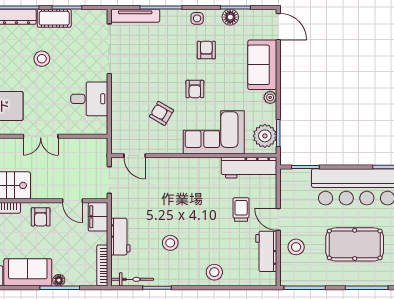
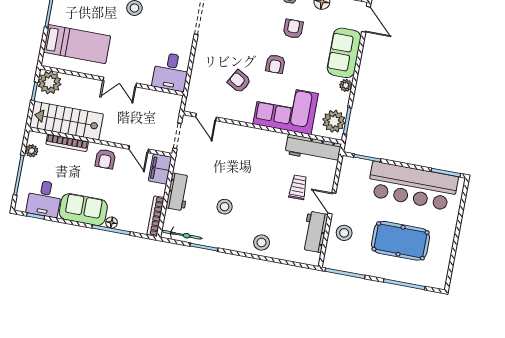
desk: (89, 99) -> (171, 72), moved, turned 90

